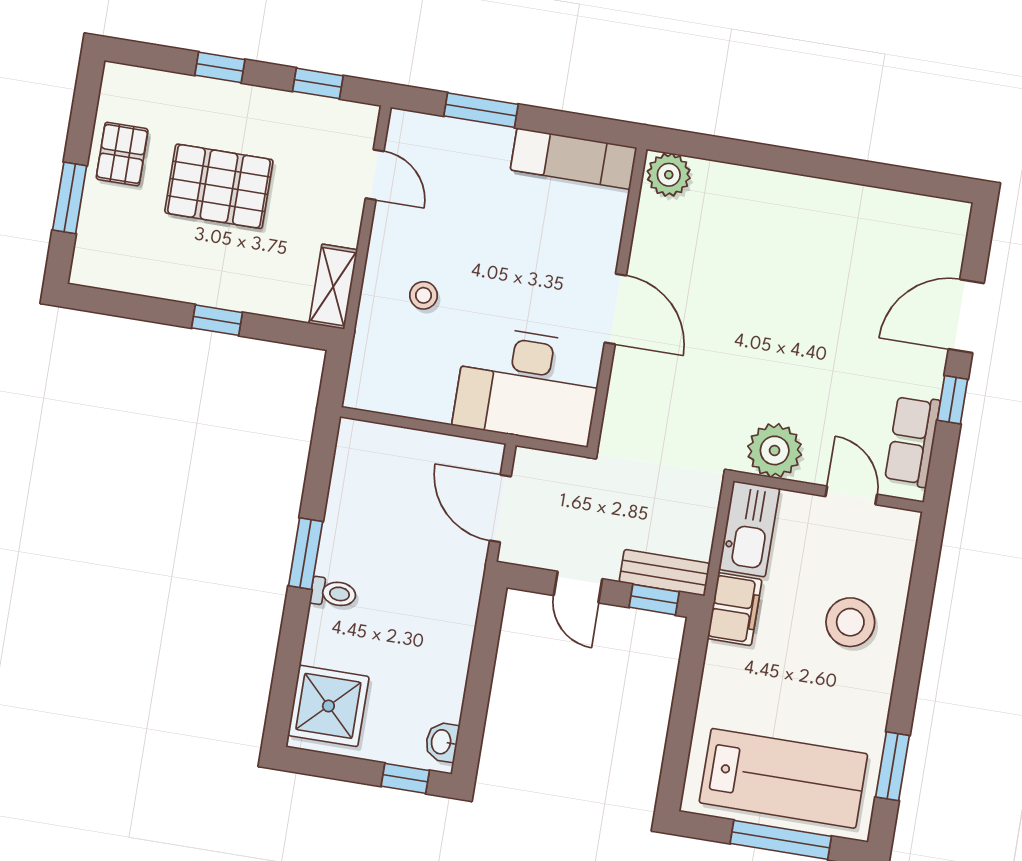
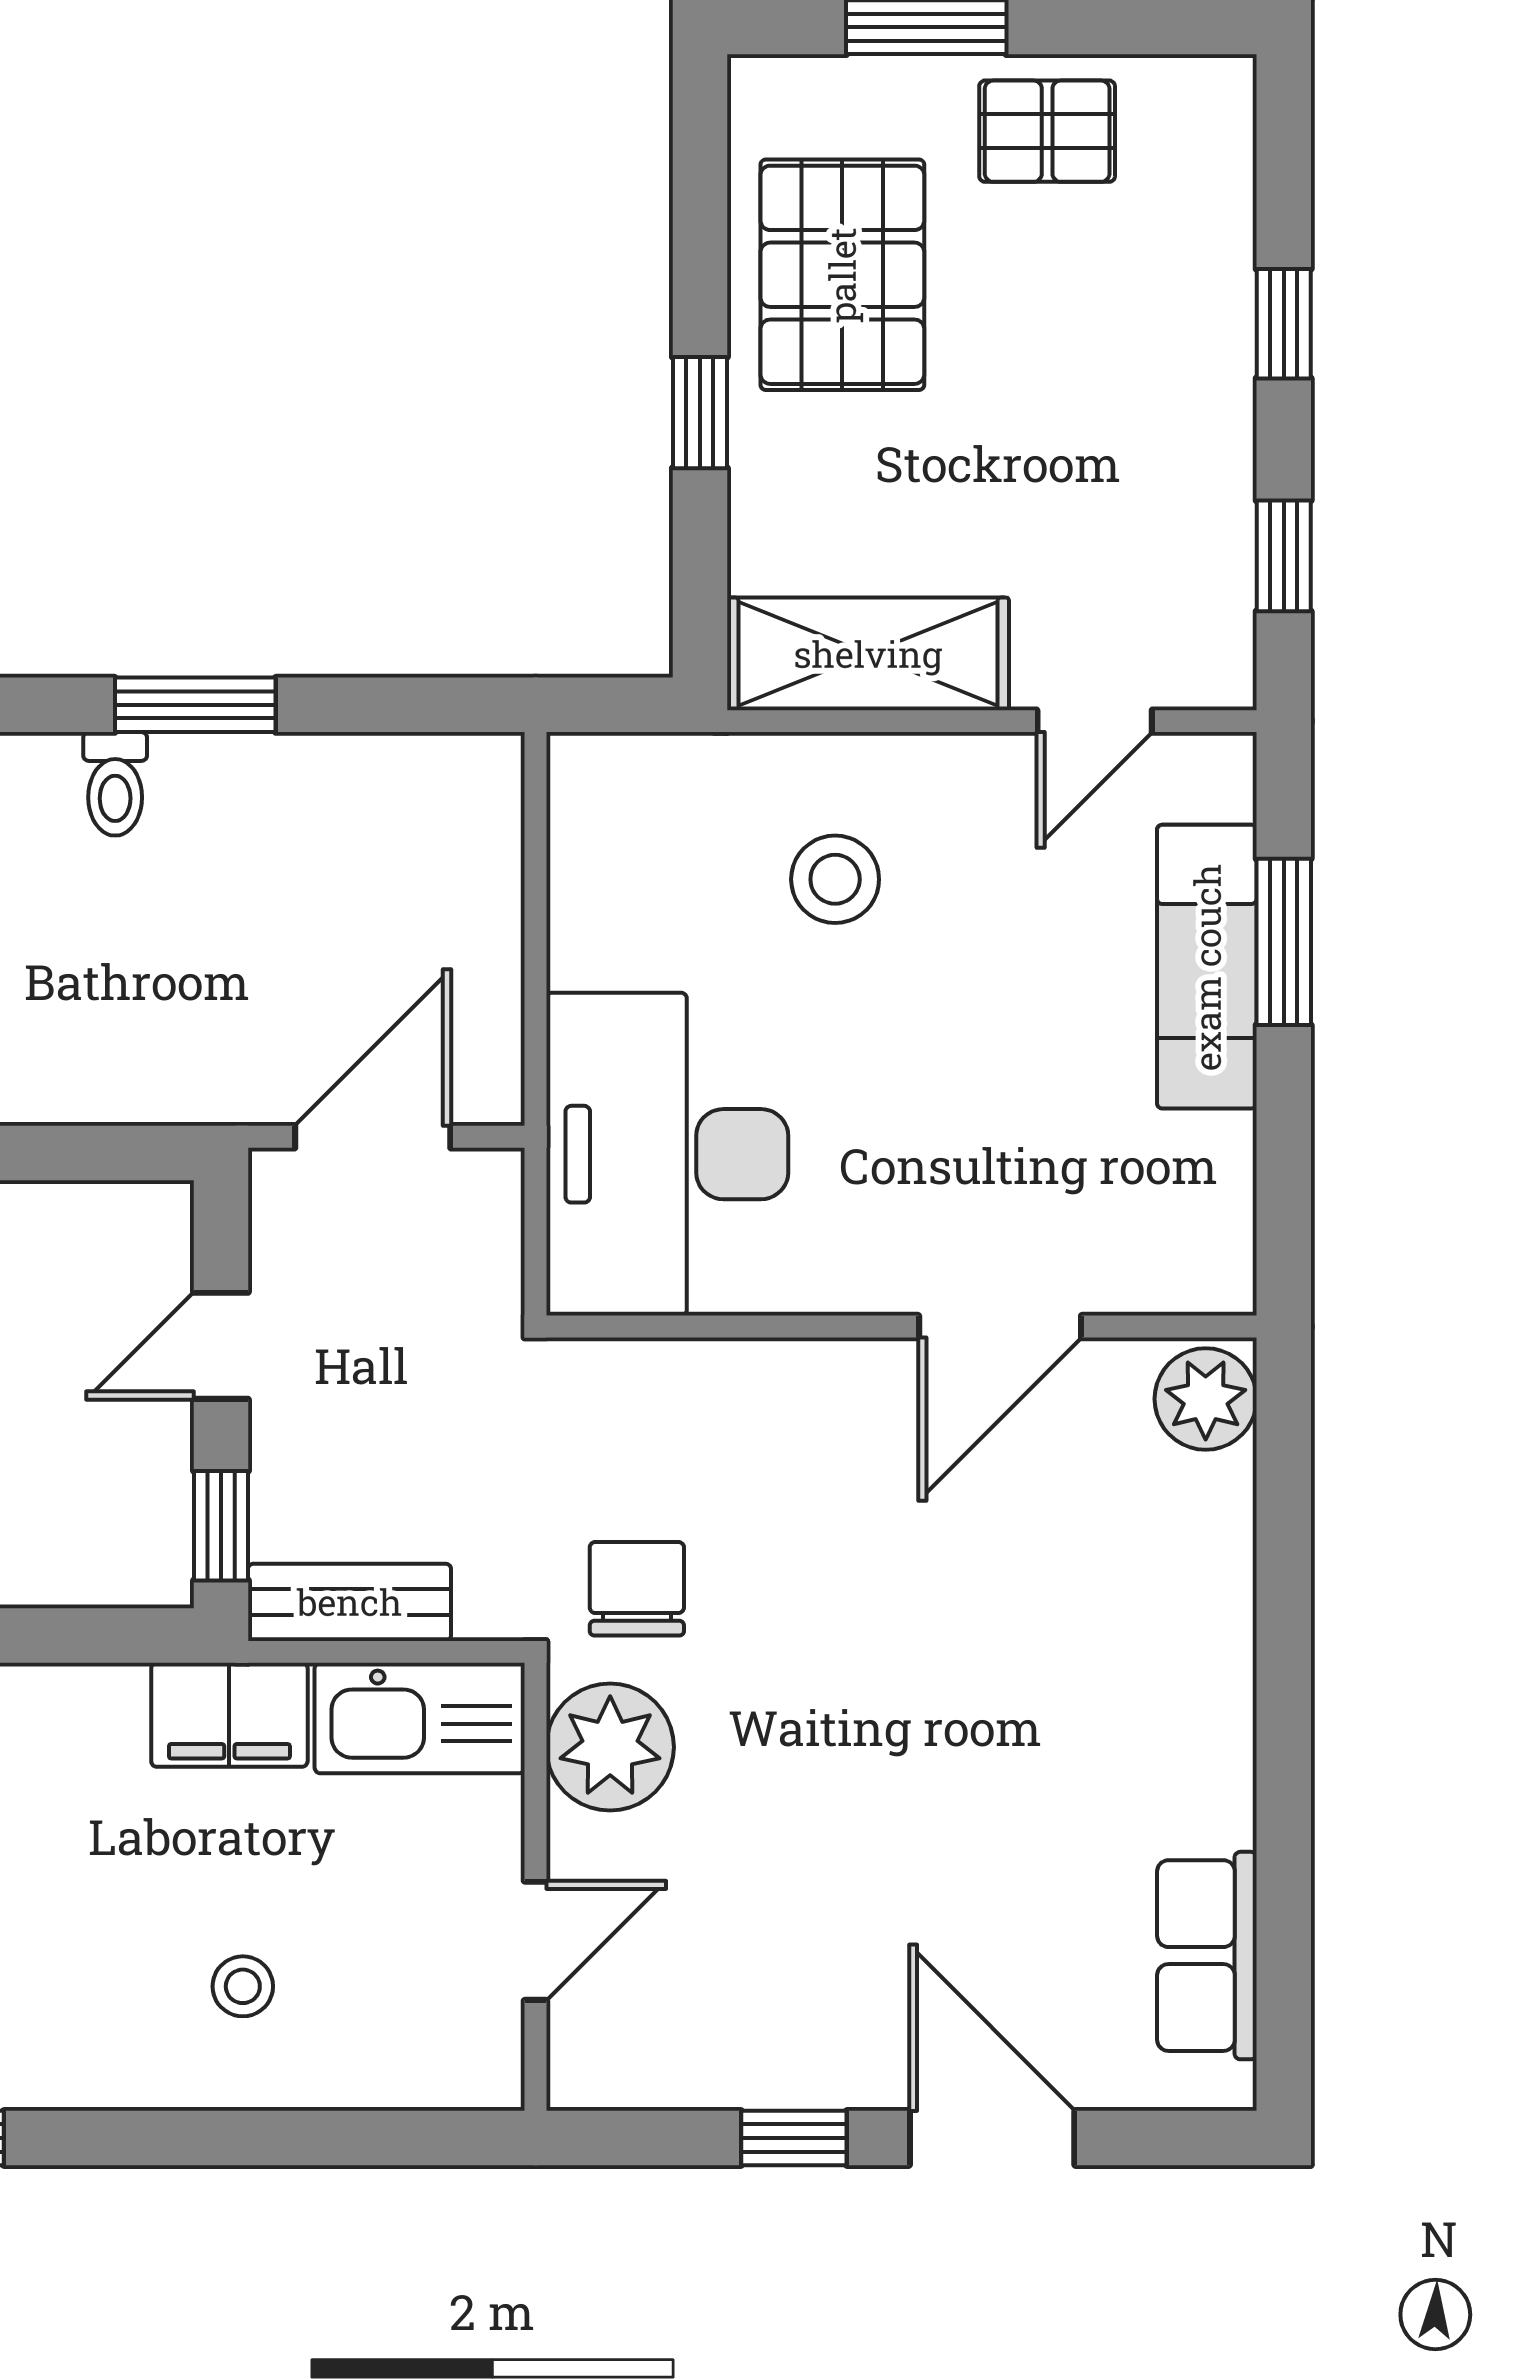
exam couch: (574, 159) -> (1207, 967), moved
pallet: (219, 186) -> (842, 275), moved
shelving: (333, 287) -> (868, 654), width x1.50, depth x1.33
stool: (423, 295) -> (835, 879), width x1.37, depth x1.37
door: (615, 309) -> (1000, 1327), moved
chair: (710, 428) -> (637, 1589), added
row of seats: (912, 441) -> (1207, 1956), moved, turned -90
bench: (665, 573) -> (350, 1602), moved, turned 90
stool: (850, 622) -> (243, 1986), width x0.53, depth x0.53

